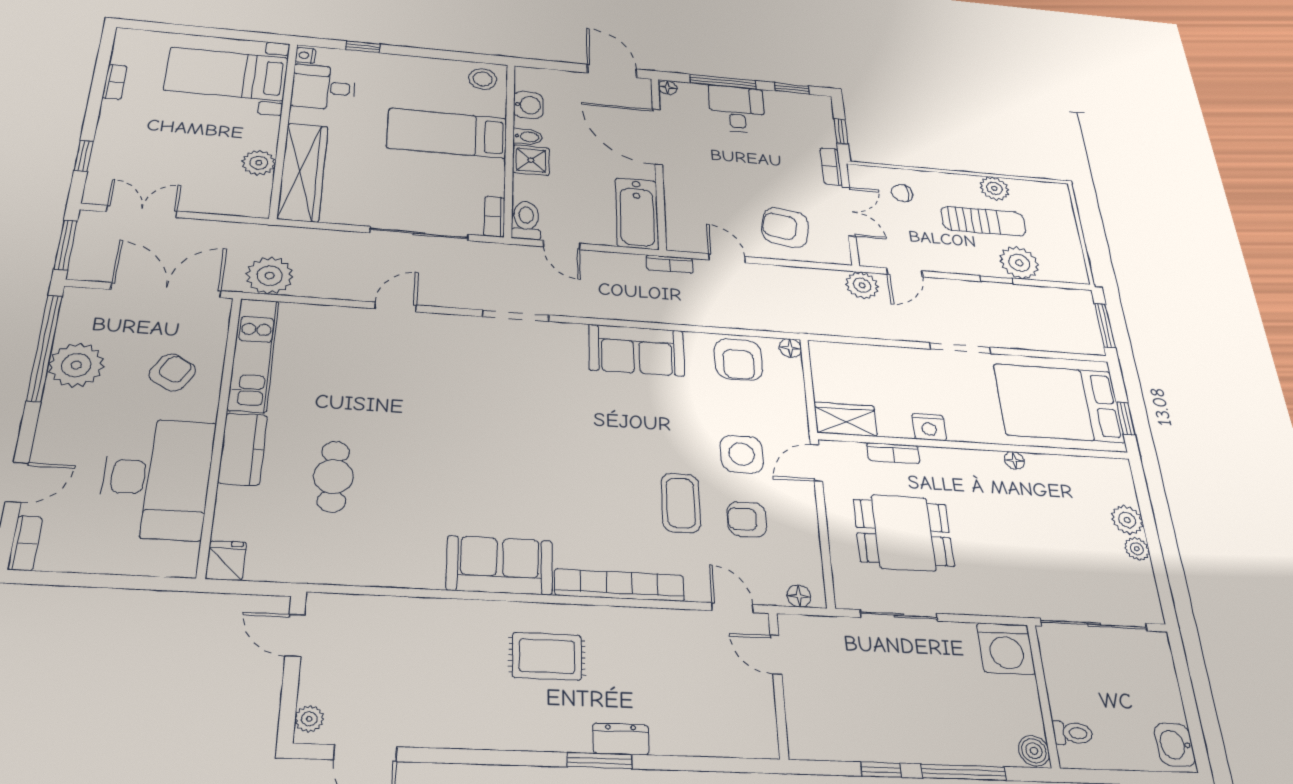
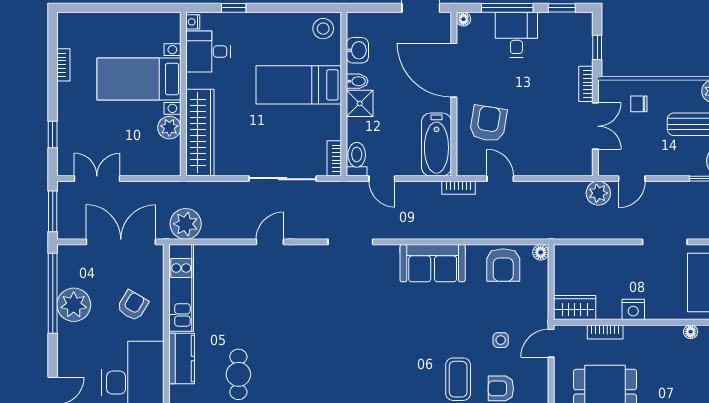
bed with nightstands: (227, 74) -> (139, 79), moved
armchair: (785, 228) -> (488, 124), moved, turned 89
side table: (742, 454) -> (501, 340), width x0.54, depth x0.54

